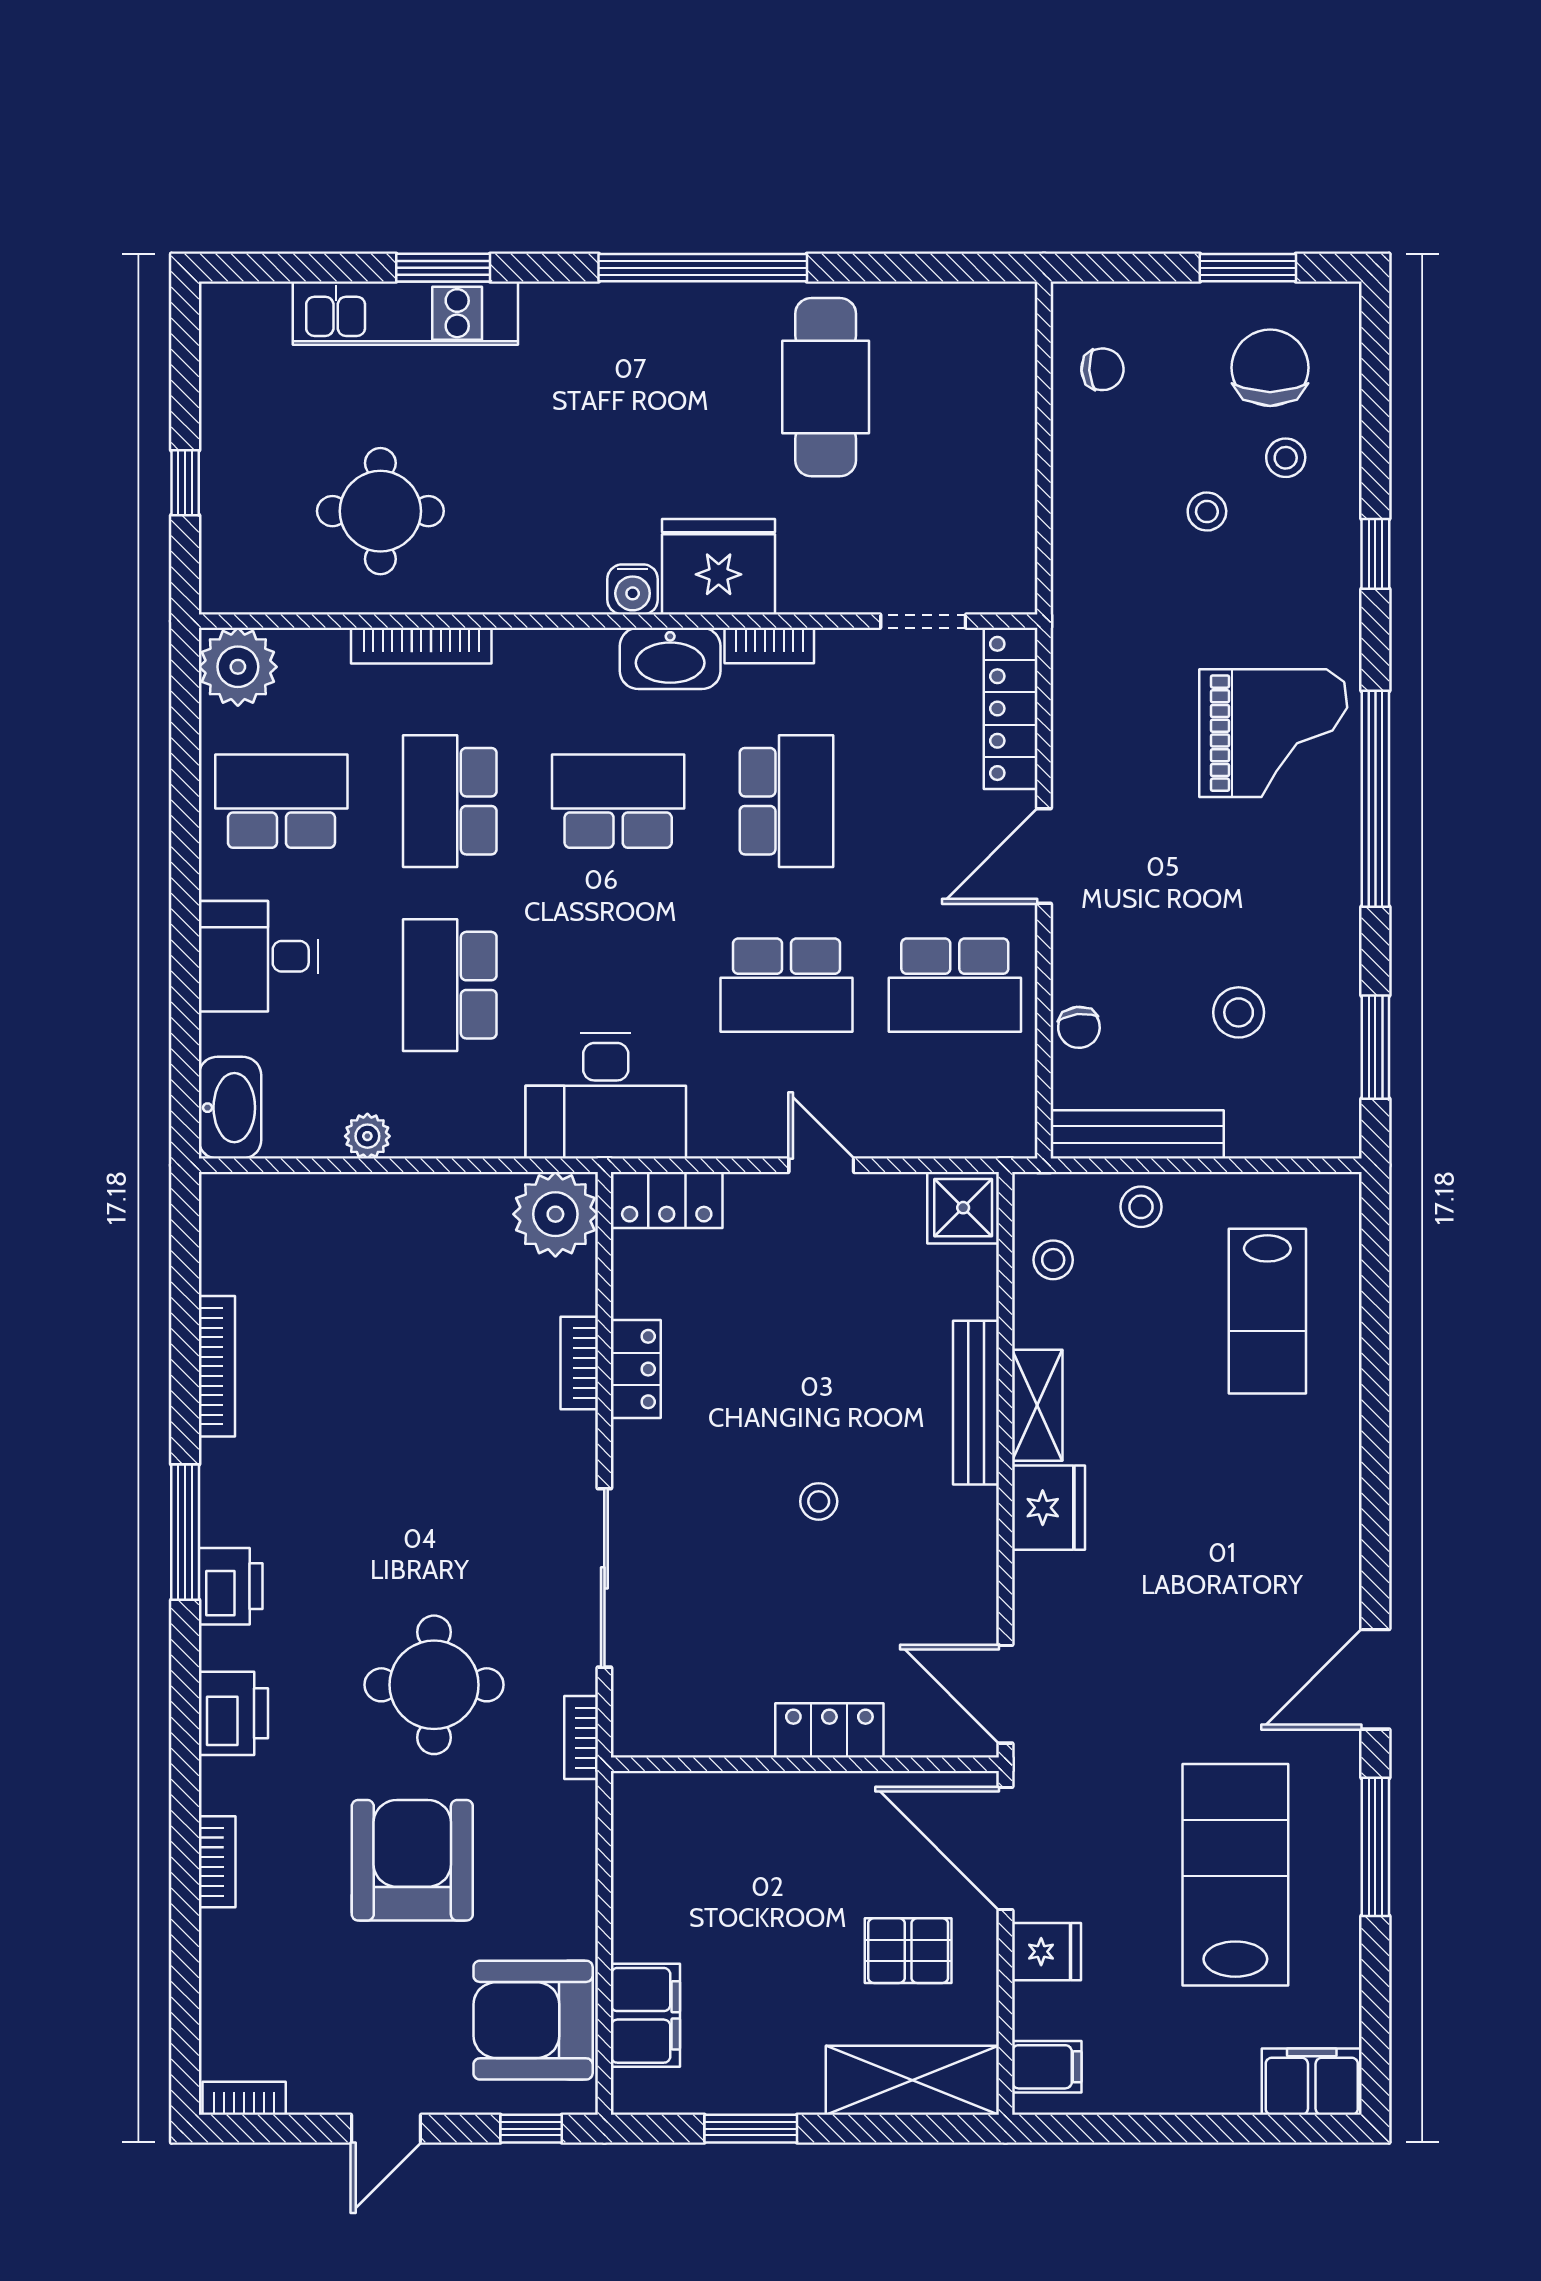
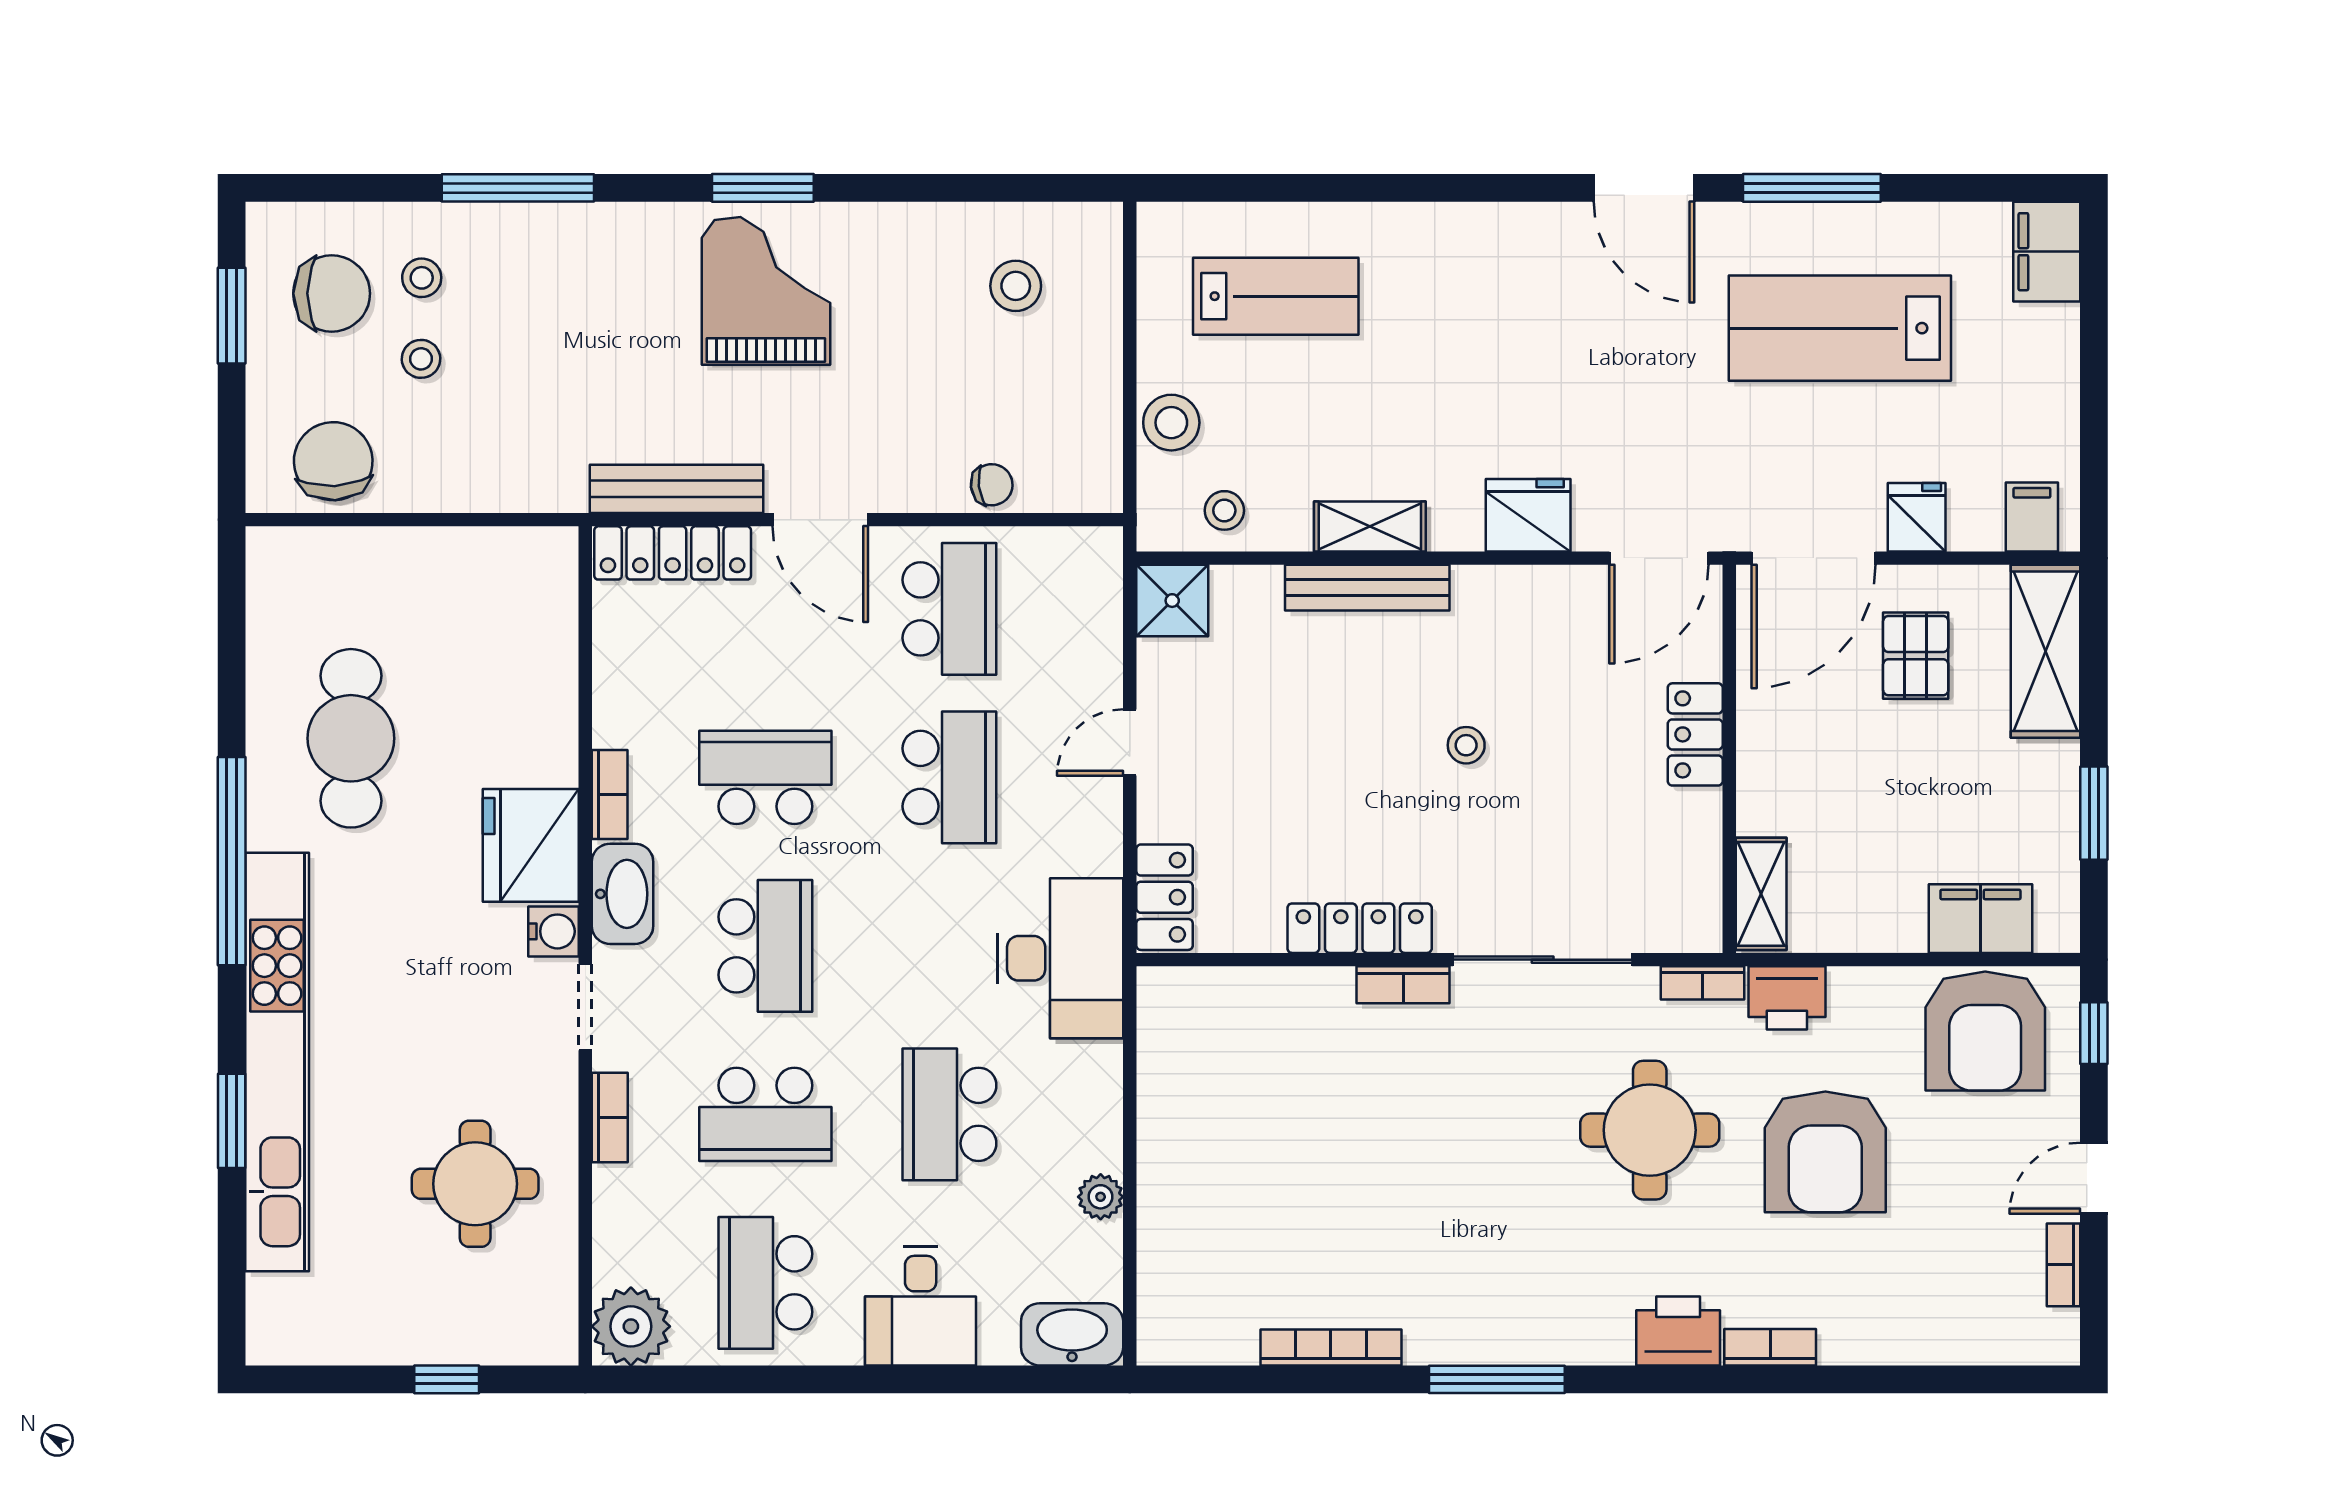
kitchen unit: (405, 313) -> (277, 1062), width x1.86
chair: (1270, 368) -> (332, 293), turned 180
chair: (1102, 369) -> (333, 461), width x1.87, depth x1.87
cafe table: (826, 387) -> (351, 738), turned 90
stool: (1207, 512) -> (421, 359), moved
window: (1375, 554) -> (518, 188), width x2.17
doorway: (923, 621) -> (585, 1007), moved
bookcase: (421, 646) -> (610, 1118), width x0.64
grand piano: (1273, 733) -> (766, 291), moved
window: (1375, 799) -> (763, 188), width x0.47
school desk: (618, 801) -> (765, 946), turned 180
school desk: (450, 985) -> (949, 1114), turned 90
stool: (1239, 1012) -> (1016, 286), moved
window: (1375, 1047) -> (1011, 188), removed
bench: (1137, 1134) -> (676, 489), moved, turned 90
stool: (1141, 1207) -> (1171, 423), width x1.37, depth x1.37
plant: (555, 1214) -> (1179, 1009), removed
bookcase: (579, 1363) -> (1403, 985), moved
locker: (636, 1369) -> (1360, 928), width x1.53
fridge: (1049, 1508) -> (1528, 515), moved
printer: (231, 1586) -> (1787, 998), moved, turned 180
shelving: (670, 1796) -> (1761, 894), added
armchair: (412, 1860) -> (1825, 1152), turned -90
bookcase: (217, 1862) -> (1770, 1347), moved
bookcase: (244, 2098) -> (2063, 1265), moved
door: (386, 2129) -> (2094, 1178), swing flipped

